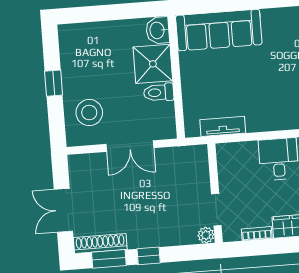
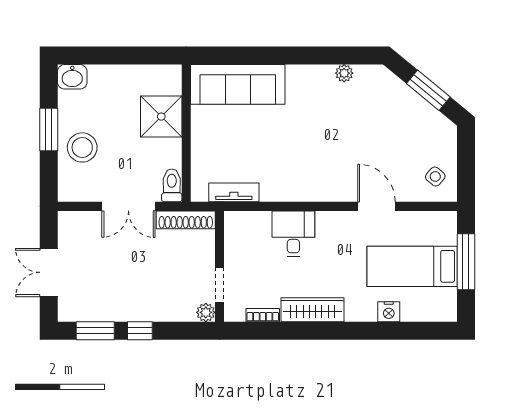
washbasin: (158, 30) -> (72, 77), moved, turned -90
window: (54, 83) -> (49, 129), width x1.50
toilet: (159, 92) -> (172, 185), moved, turned 90
stool: (89, 113) -> (82, 147), moved
shoe rack: (100, 243) -> (186, 220), moved, turned 180

